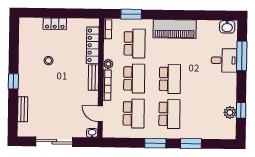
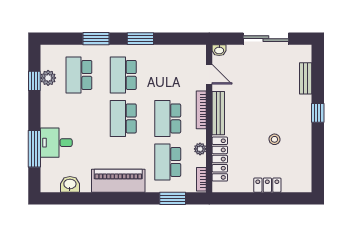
washbasin: (227, 27) -> (70, 184), moved
plant: (108, 64) -> (200, 149), moved
bench: (93, 78) -> (218, 113), width x1.36
school desk: (134, 114) -> (79, 75), moved

